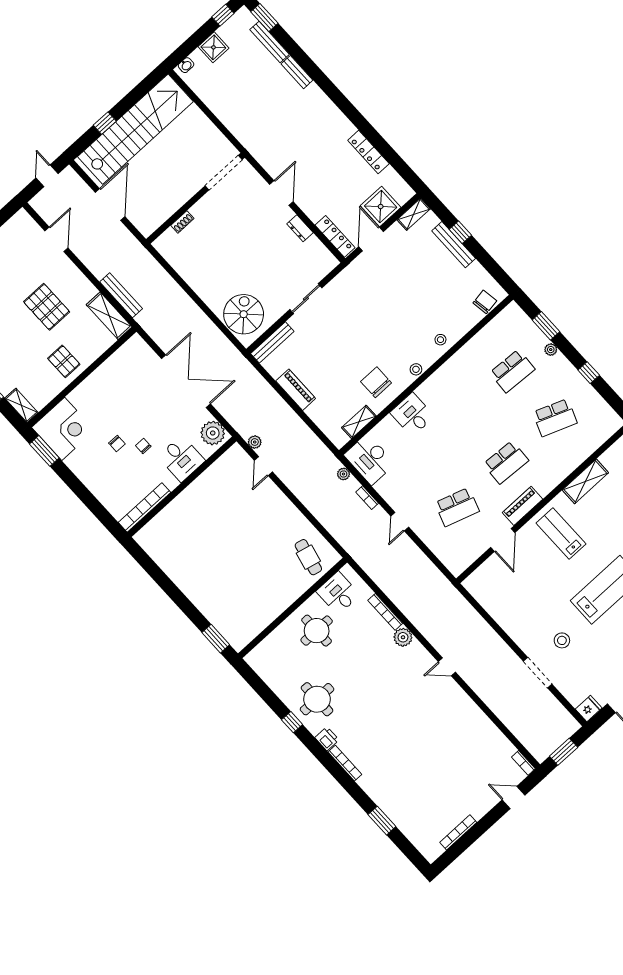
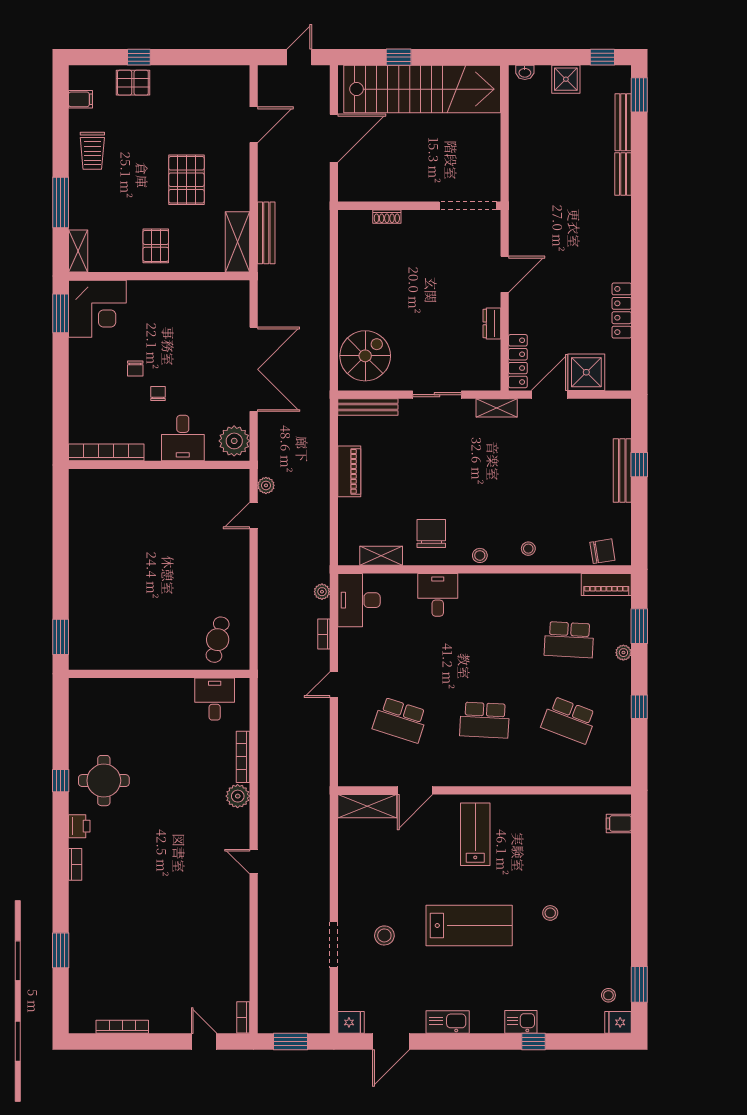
shelving: (414, 214) -> (497, 408), moved
shelving: (585, 481) -> (367, 806), moved
piano: (523, 506) -> (606, 585), moved, turned 180
round table: (317, 631) -> (162, 716), removed
bookcase: (345, 763) -> (75, 864), width x0.64

